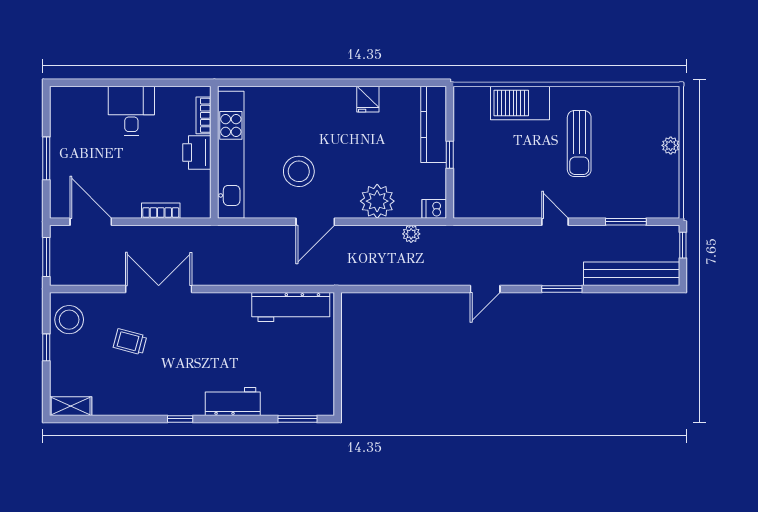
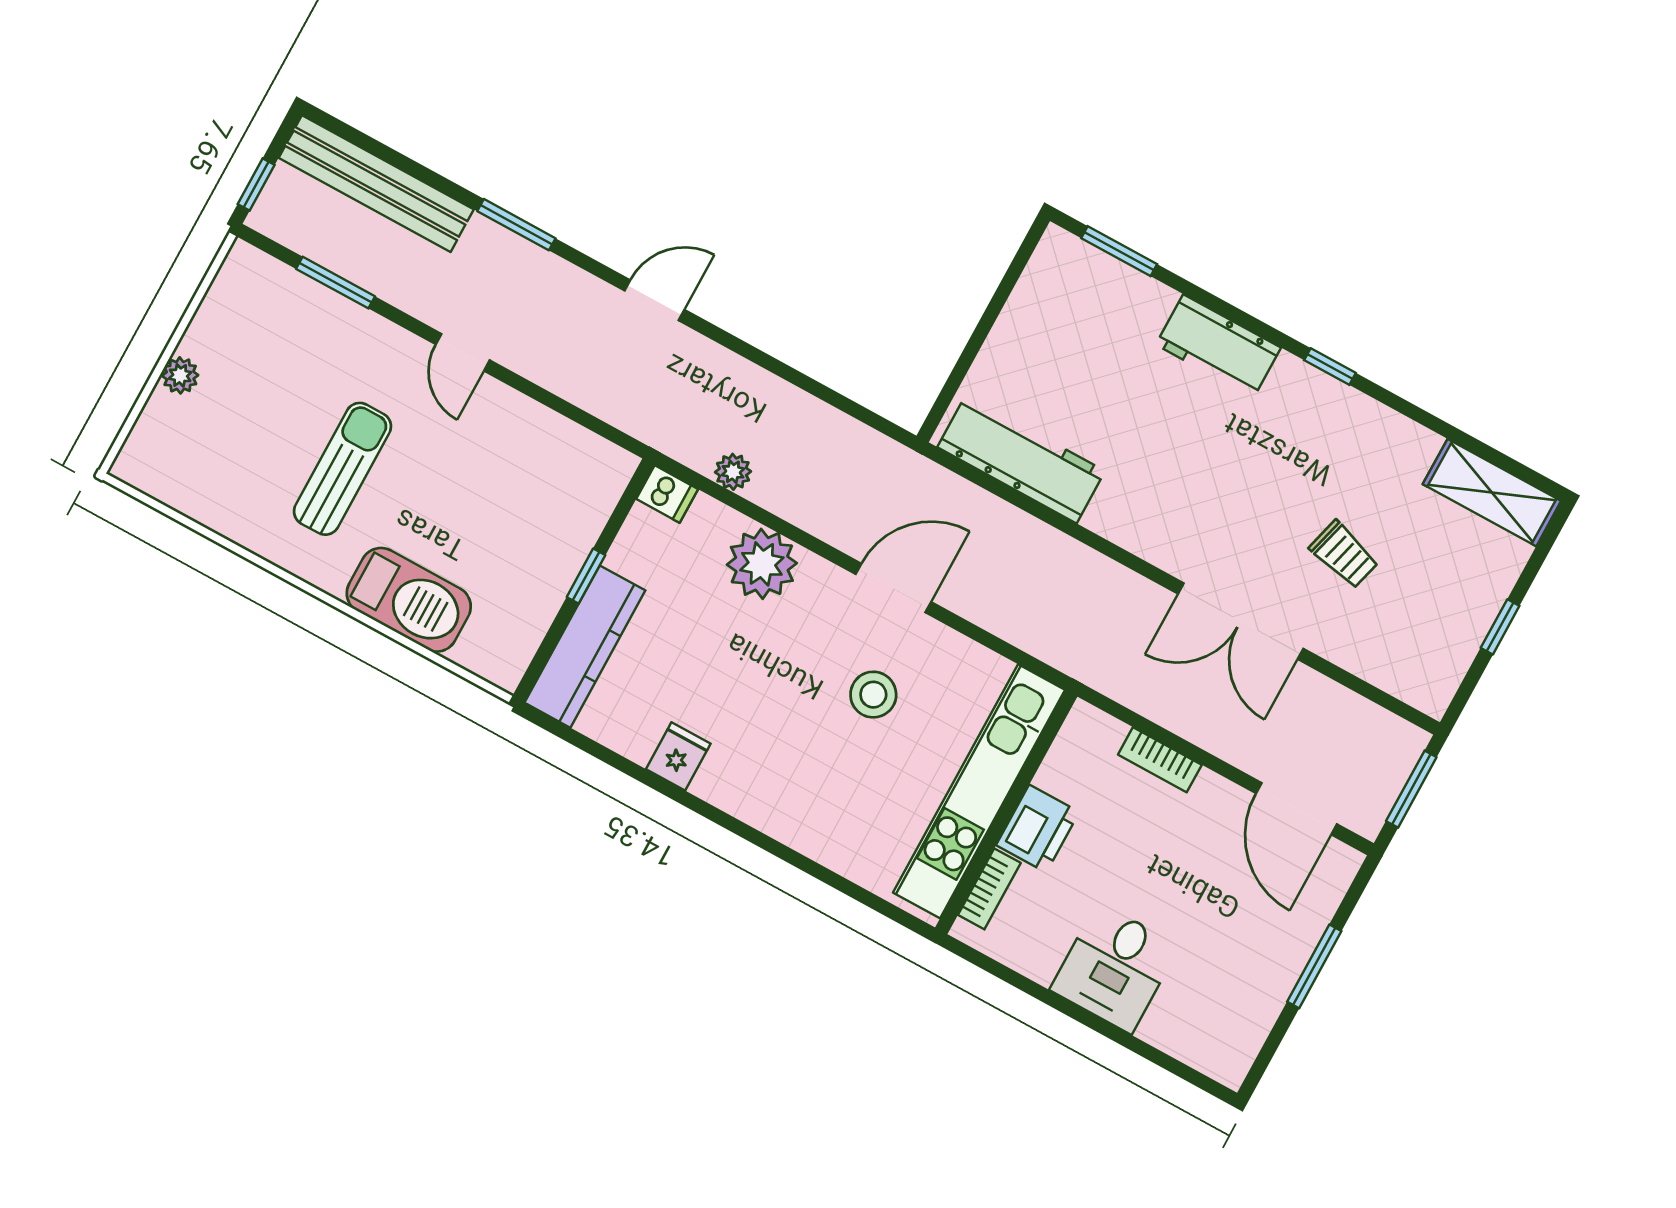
stool: (299, 171) -> (873, 695), width x0.73, depth x0.73
stool: (69, 320) -> (1432, 654), removed
shelving: (71, 406) -> (1492, 493), width x1.50, depth x1.33

